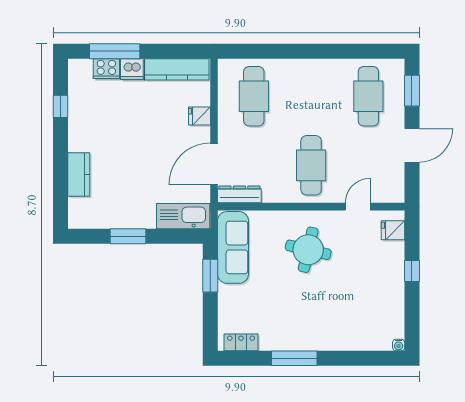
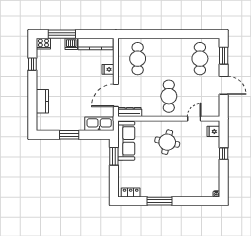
cooker: (106, 69) -> (43, 44), moved
door: (412, 145) -> (224, 85), hinge flipped

